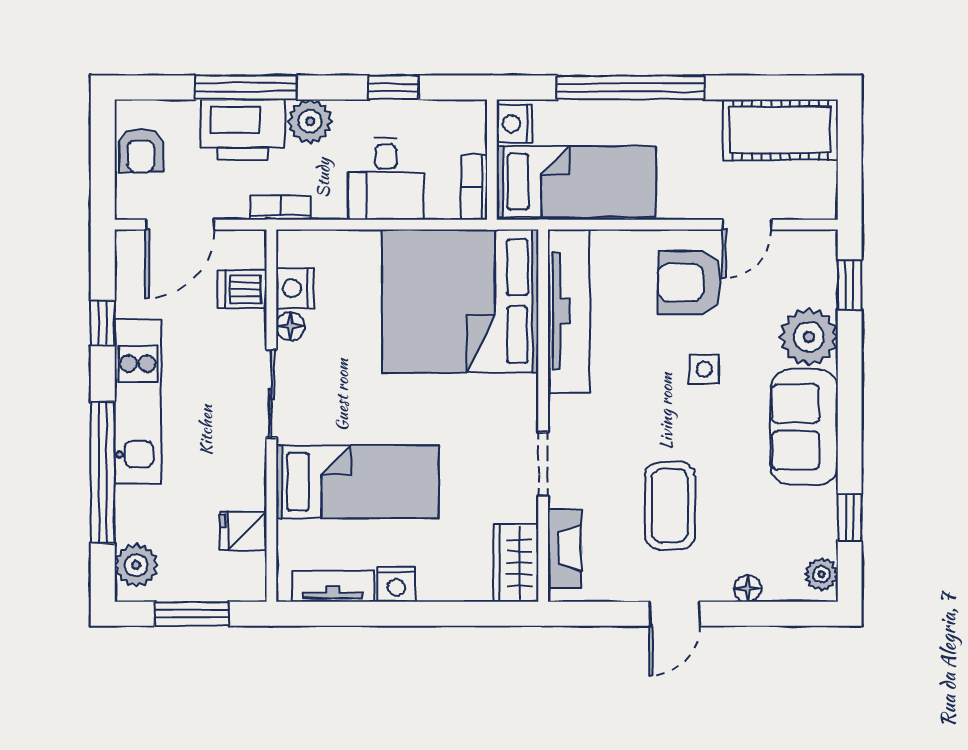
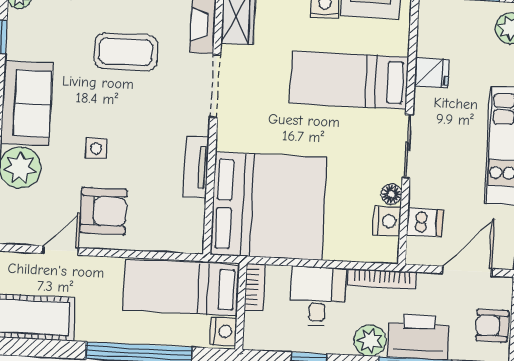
armchair: (141, 150) -> (492, 326), turned -90
bookcase: (281, 208) -> (382, 279), width x1.56
tv unit: (569, 311) -> (196, 167), width x0.52, depth x0.78
doorway: (543, 464) -> (215, 86), width x1.38
coffee table: (670, 506) -> (126, 52), turned 90
fridge: (243, 531) -> (432, 73), moved

